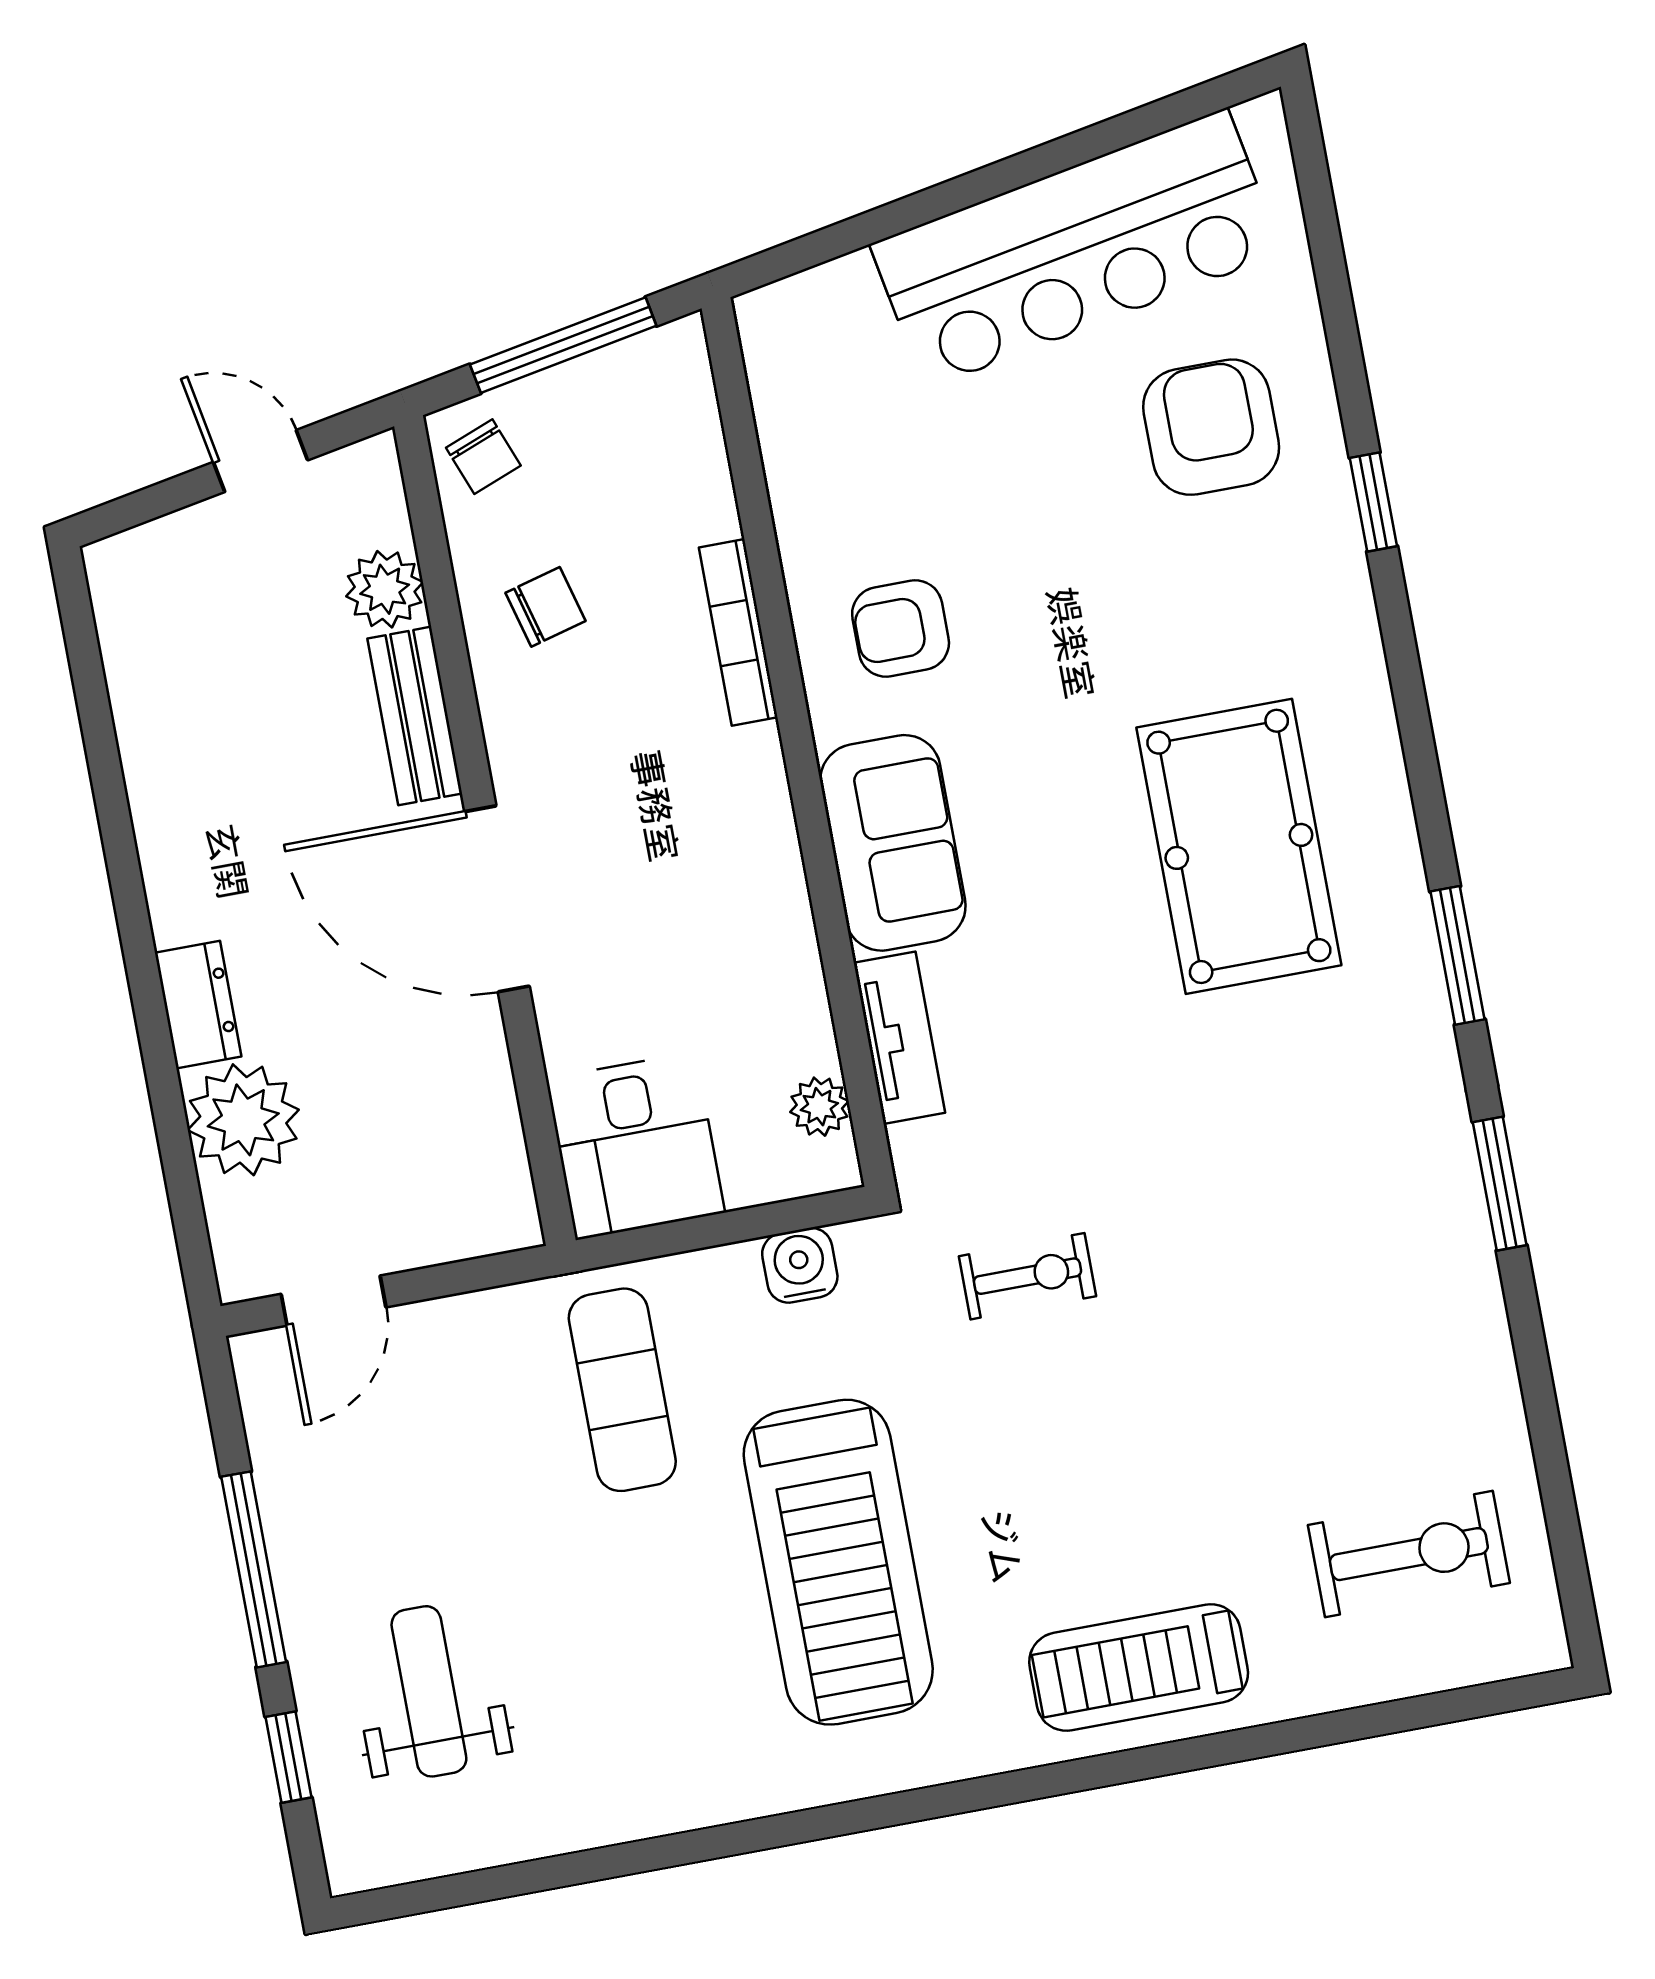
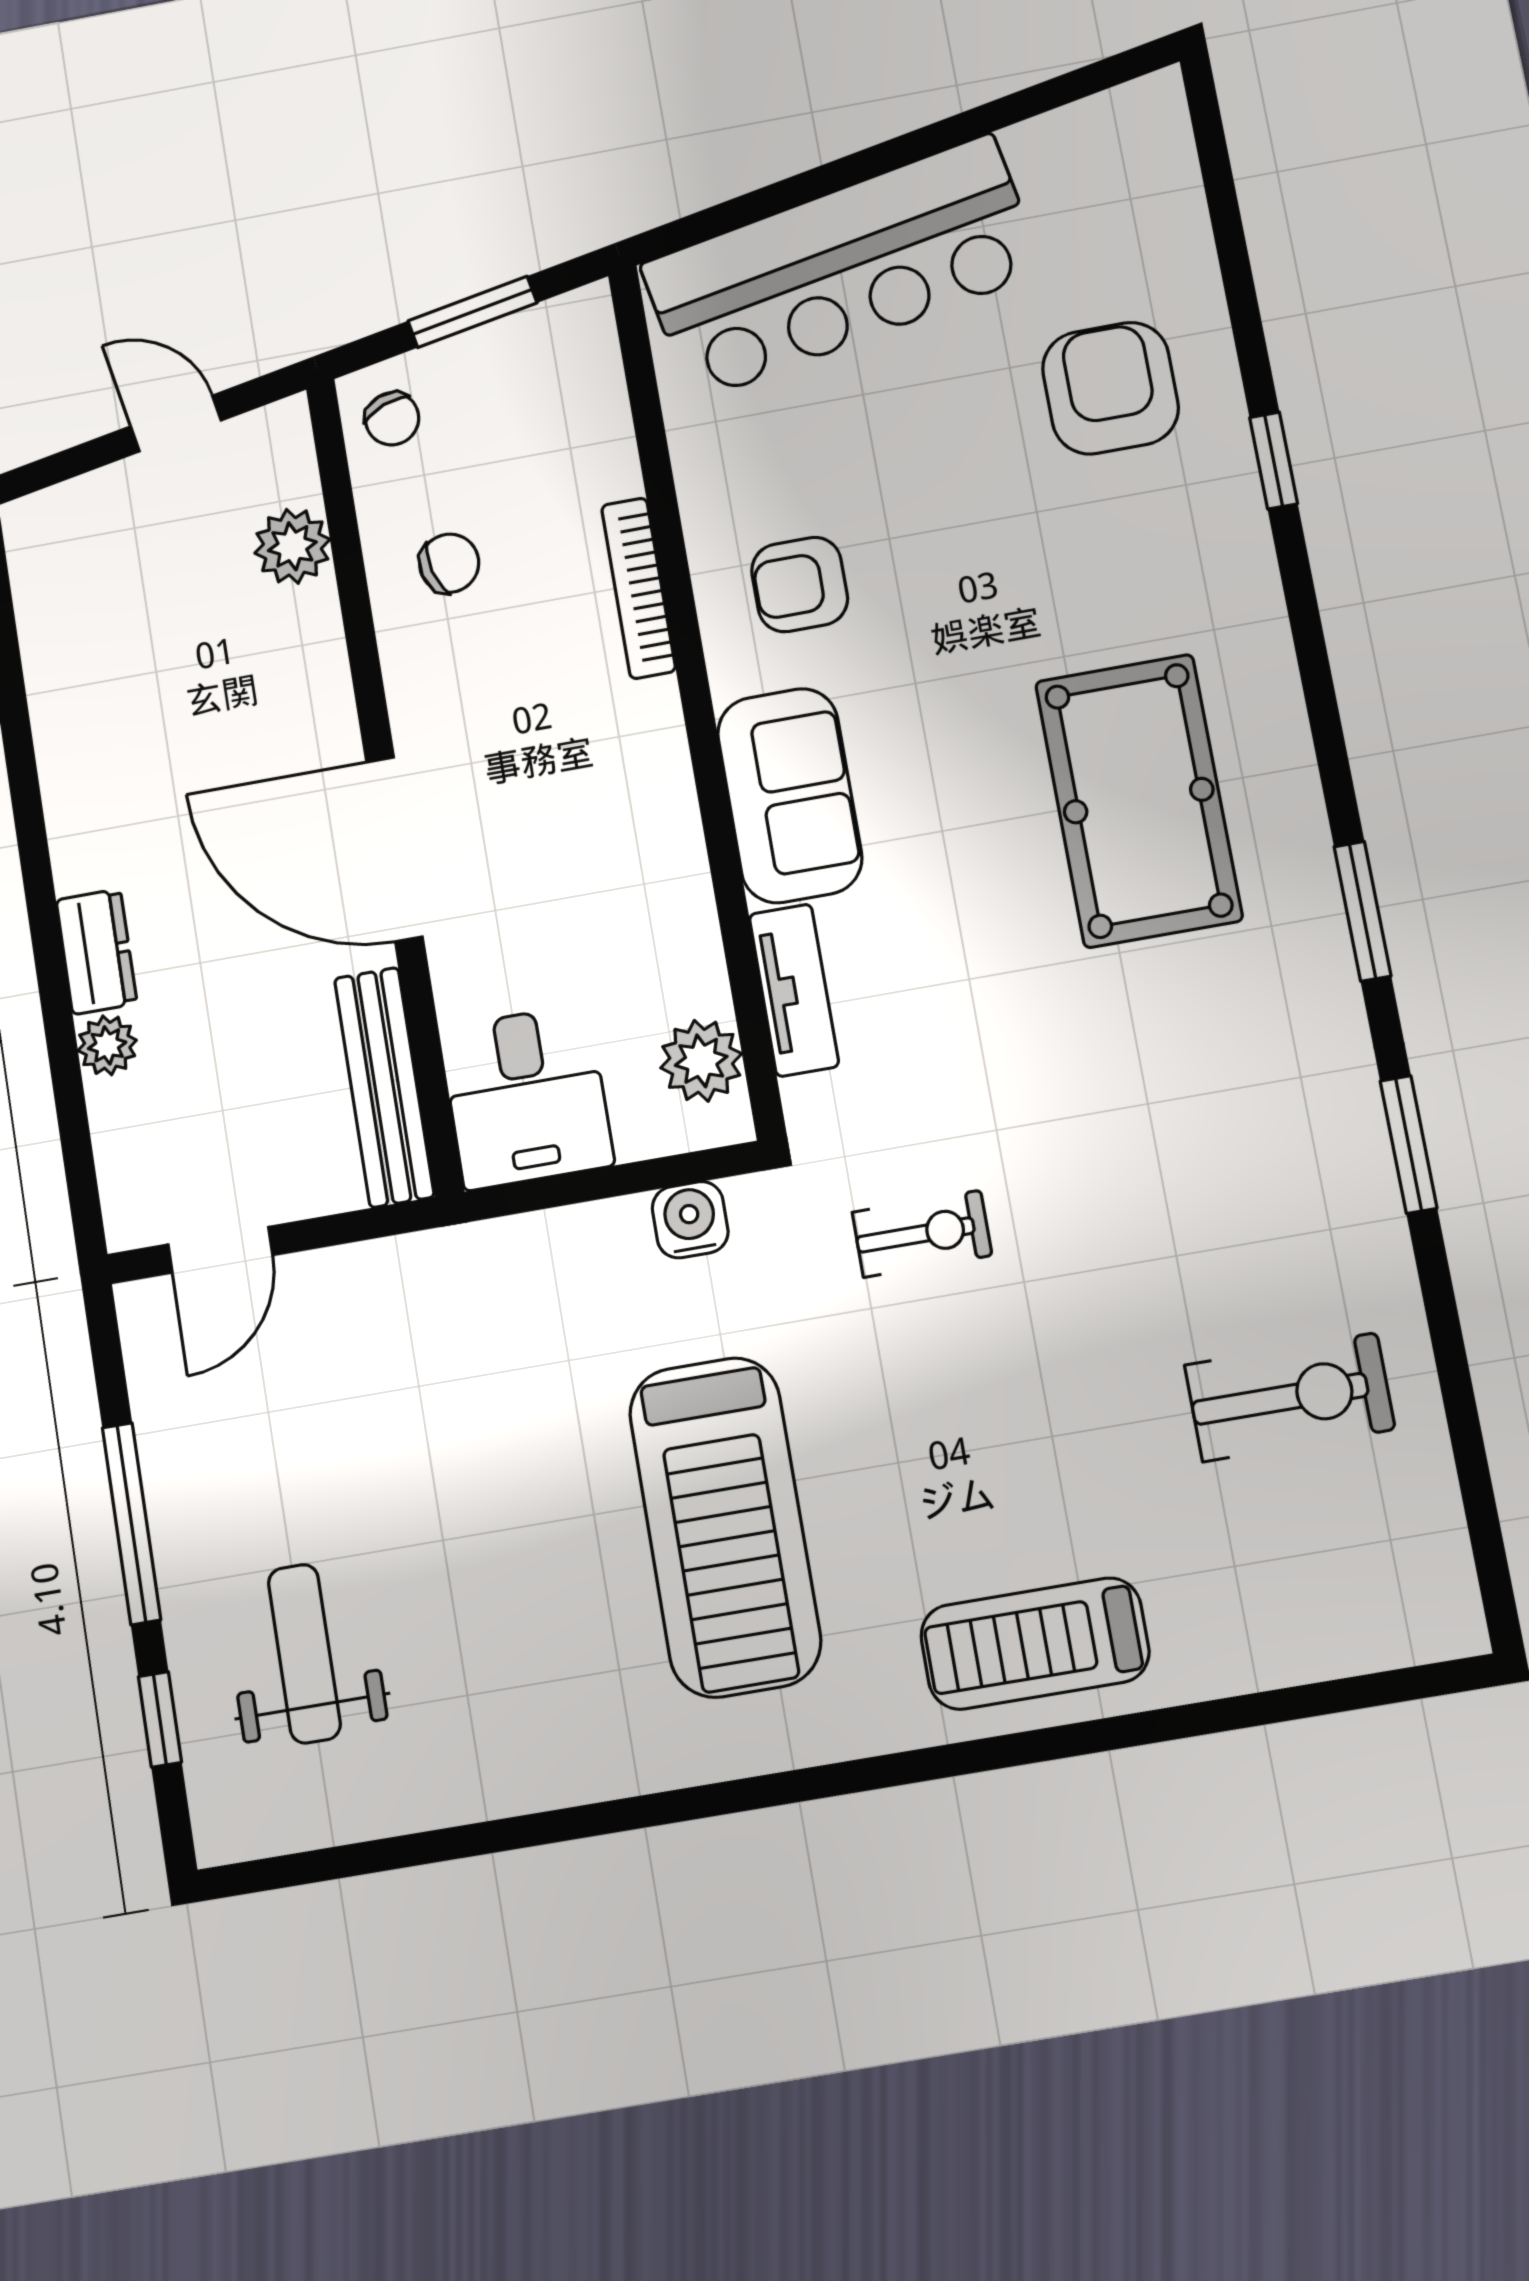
bar counter: (1076, 249) -> (842, 268), moved
window: (563, 345) -> (472, 312), width x0.69
bench: (415, 716) -> (384, 1087), moved, width x1.36
plant: (819, 1107) -> (701, 1061), width x1.38, depth x1.38
plant: (243, 1120) -> (107, 1045), width x0.53, depth x0.53
exercise mat: (622, 1390) -> (508, 1345), removed
exercise bike: (1409, 1554) -> (1290, 1397), moved

